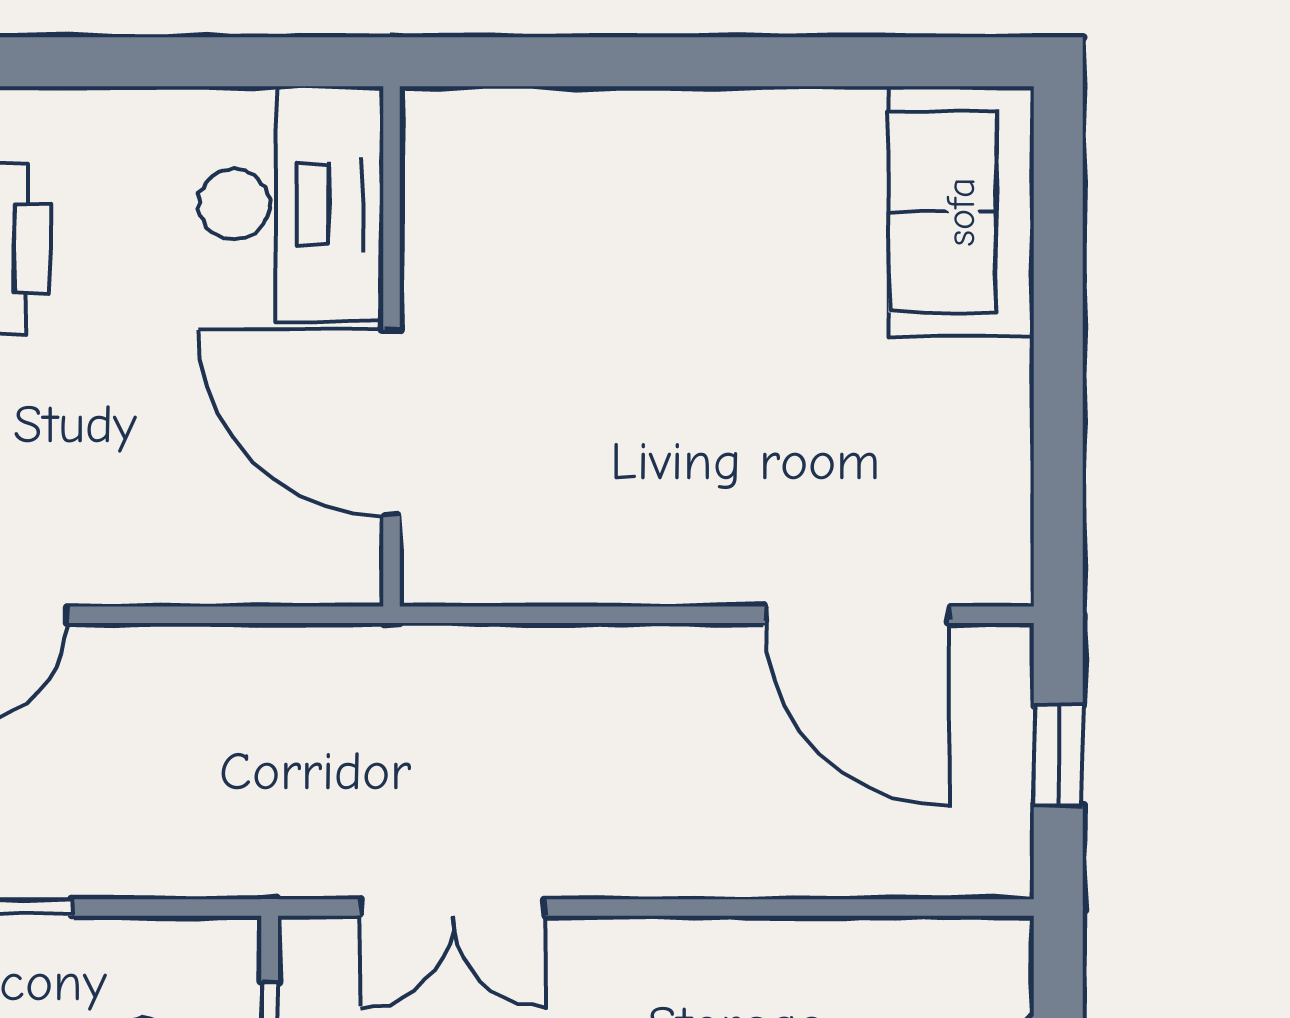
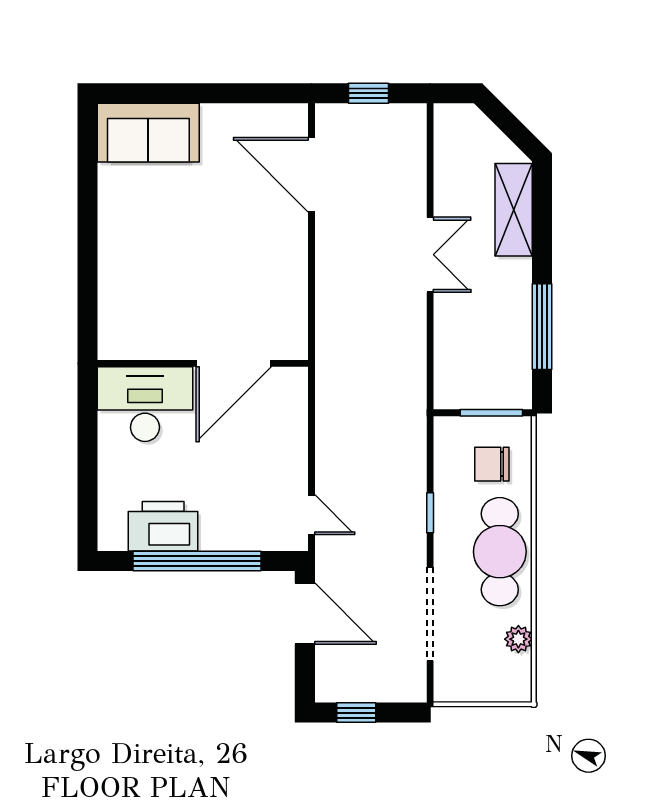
door: (857, 615) -> (311, 175), swing flipped
double door: (453, 907) -> (430, 255), moved

